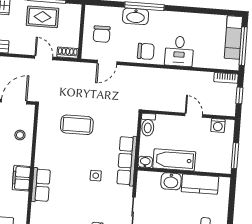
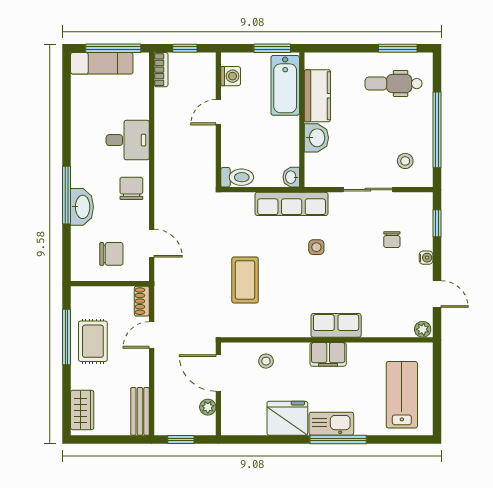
bathtub: (174, 160) -> (285, 85), moved

